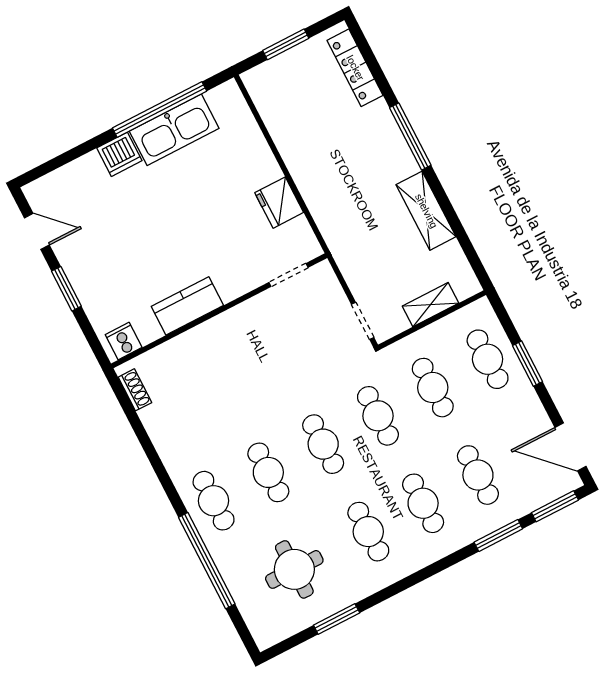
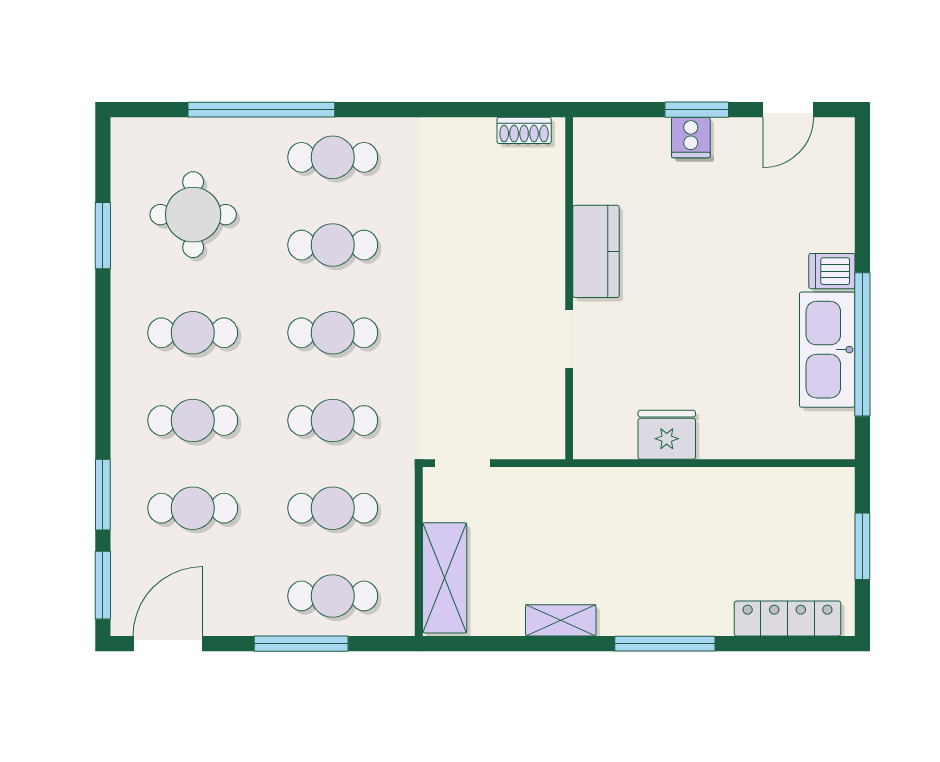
dishwasher: (119, 154) -> (832, 271), width x0.73
shelving: (426, 211) -> (561, 620), width x0.67, depth x0.75
doorway: (288, 275) -> (569, 339), moved
shelving: (431, 305) -> (445, 578), width x1.50, depth x1.33
cooker: (124, 341) -> (691, 138), moved, turned 90
window: (528, 364) -> (301, 644), width x1.44

